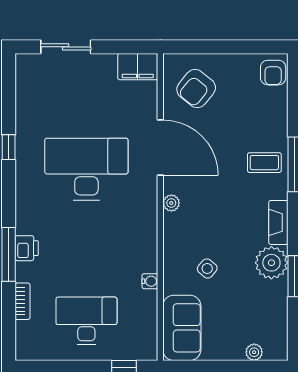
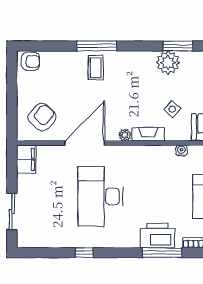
armchair: (196, 89) -> (42, 117), turned -87
fireplace: (278, 222) -> (148, 134), moved, turned 180
printer: (27, 248) -> (158, 236), width x1.87, depth x1.48

